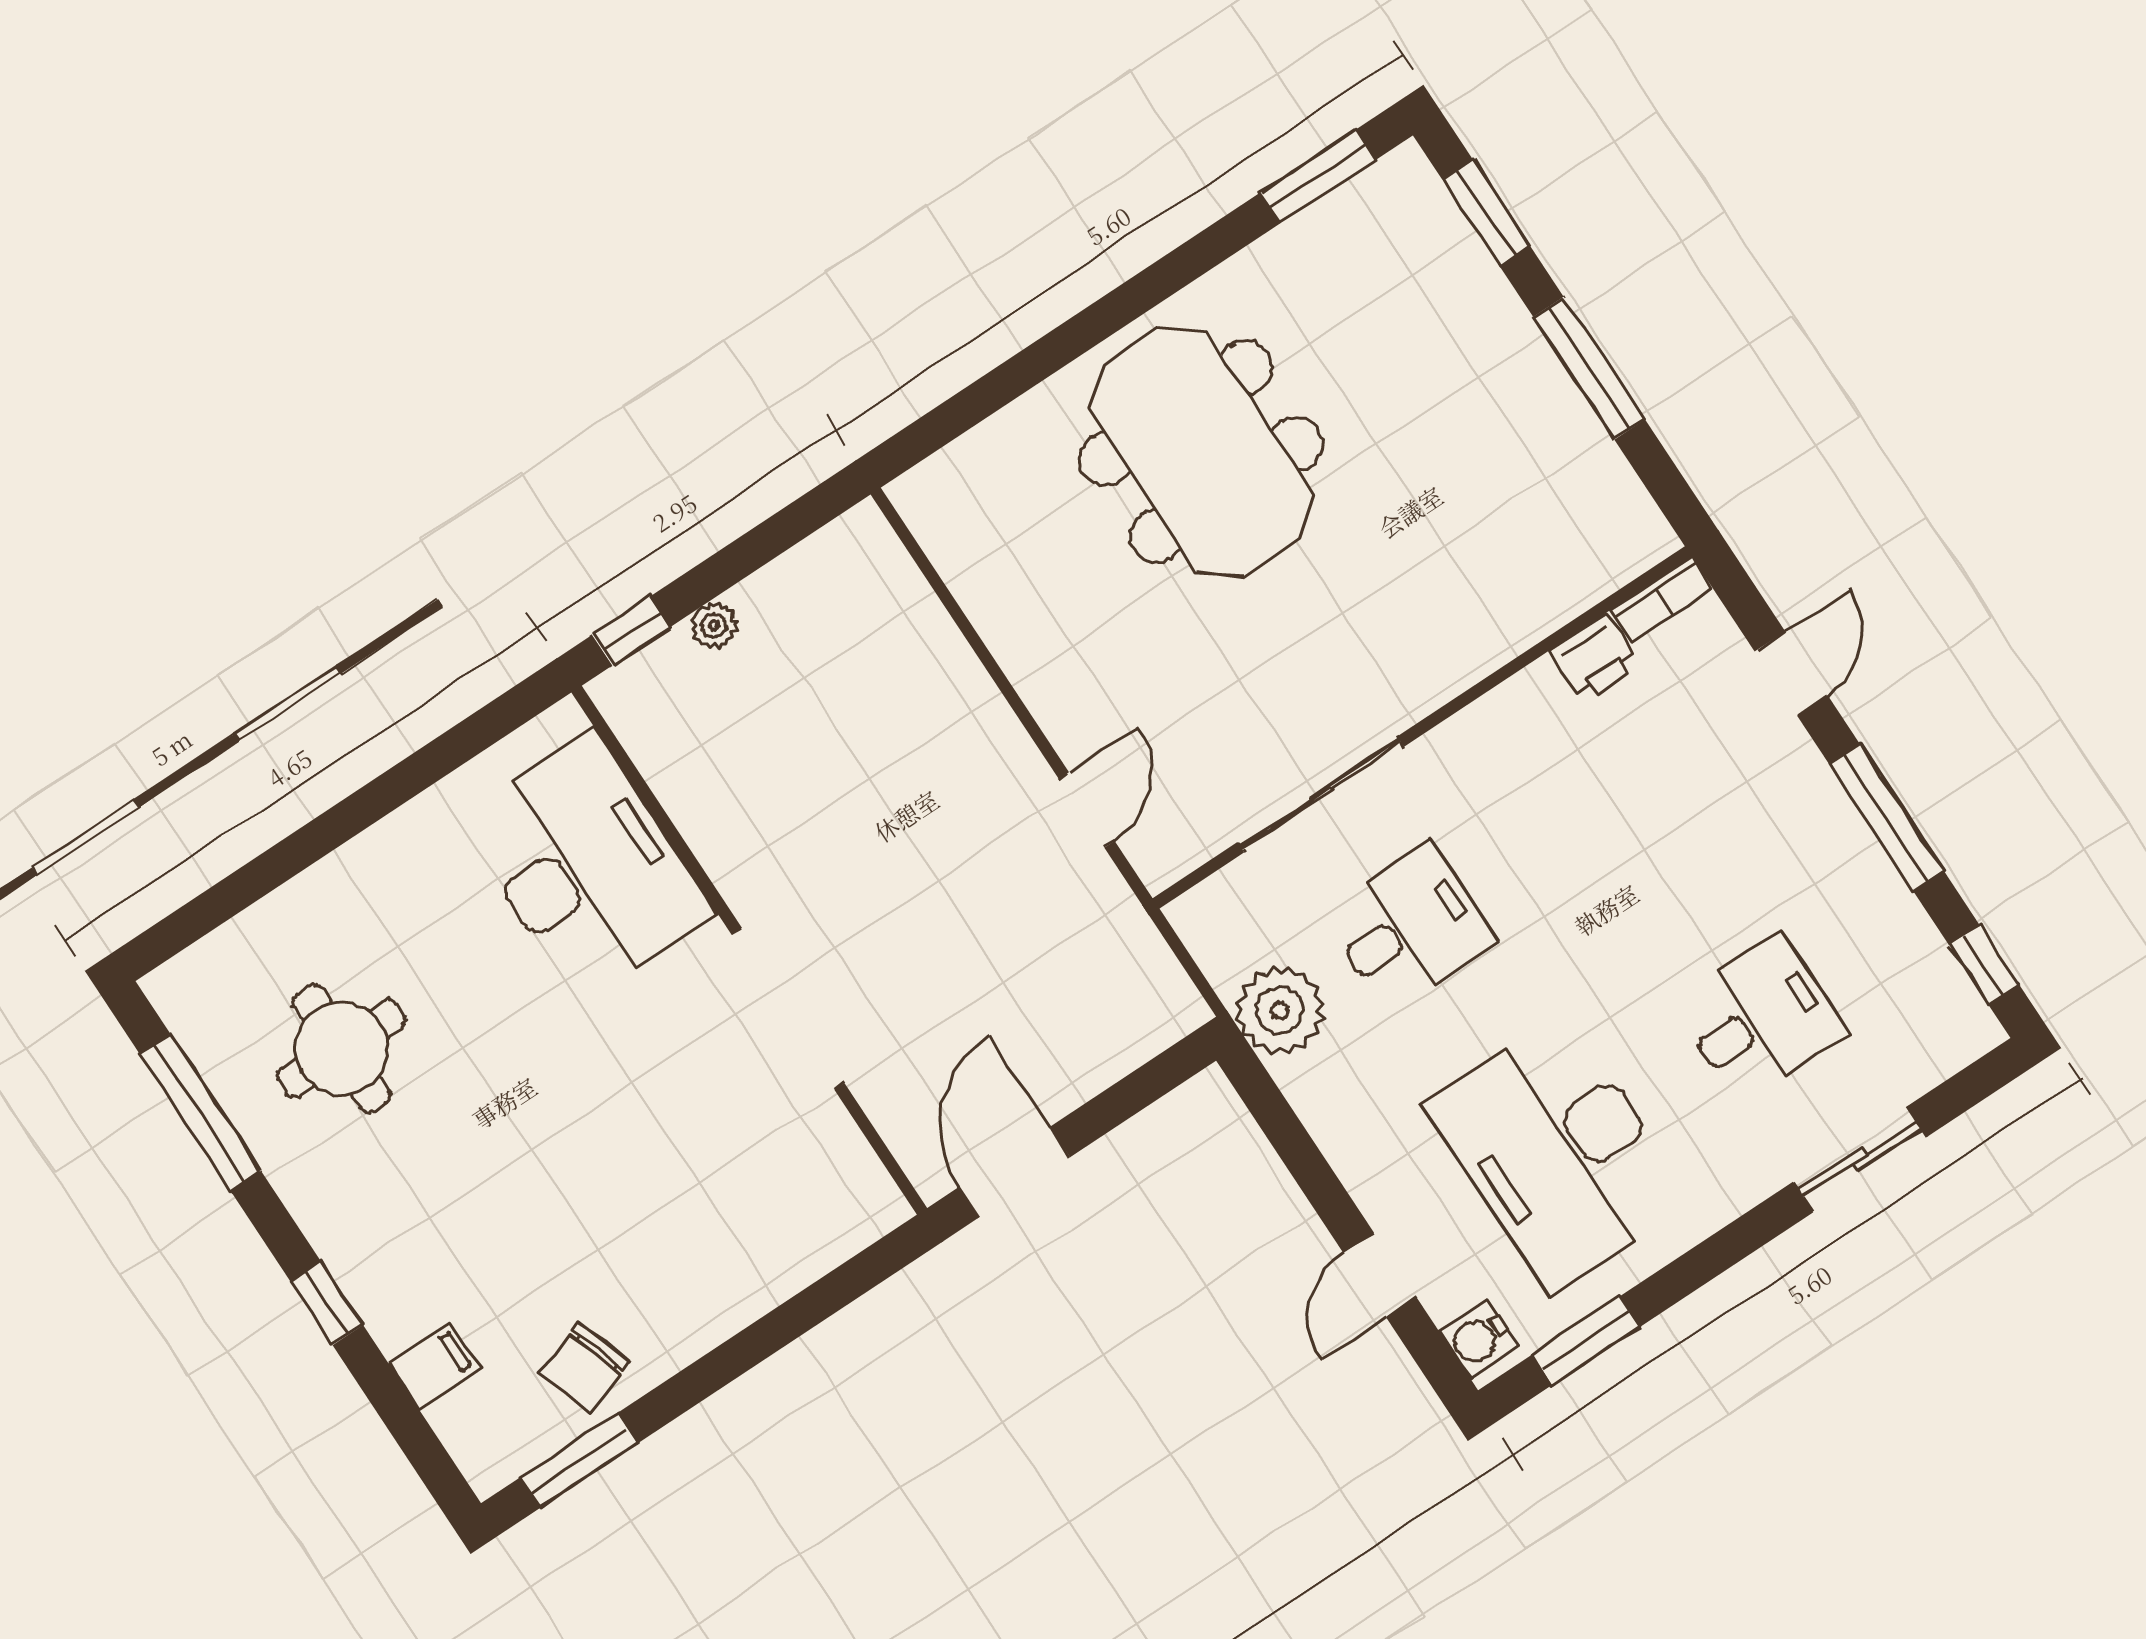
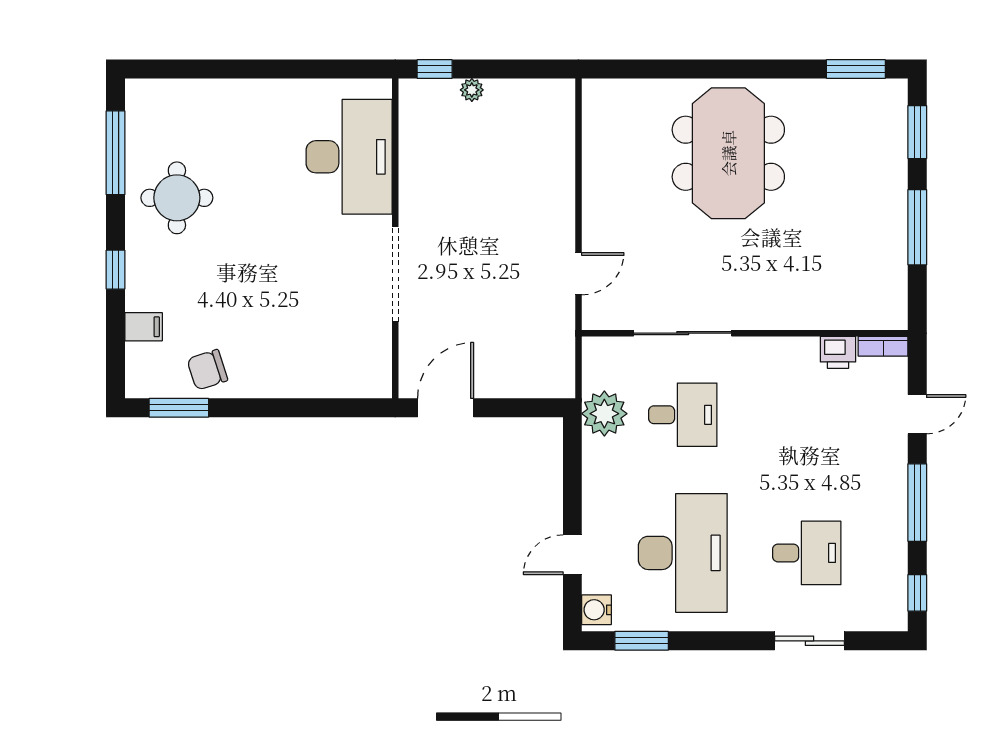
round table: (341, 1048) -> (177, 198), moved
desk: (1558, 1153) -> (683, 553), turned 180

